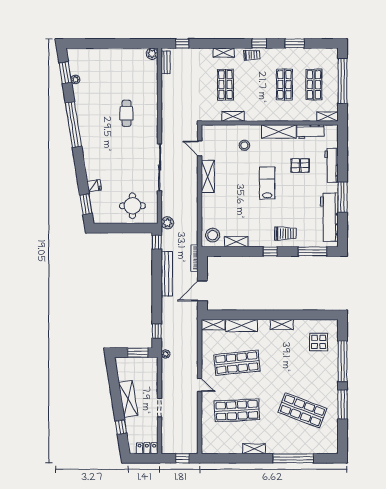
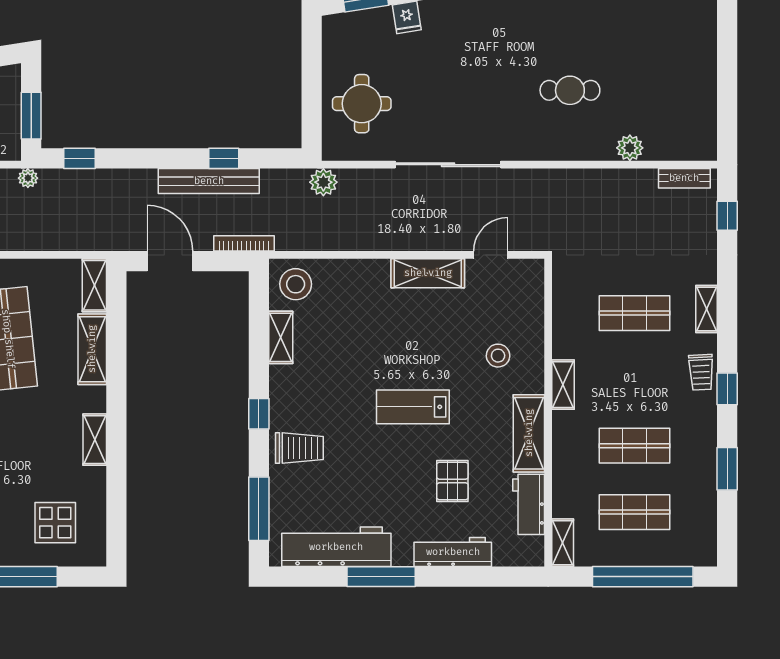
plant: (152, 54) -> (630, 148), moved
shelving: (233, 116) -> (563, 385), moved
lab bench: (267, 183) -> (413, 407), turned 180
trolley: (285, 233) -> (299, 448), turned -90
window: (157, 242) -> (224, 158), moved

